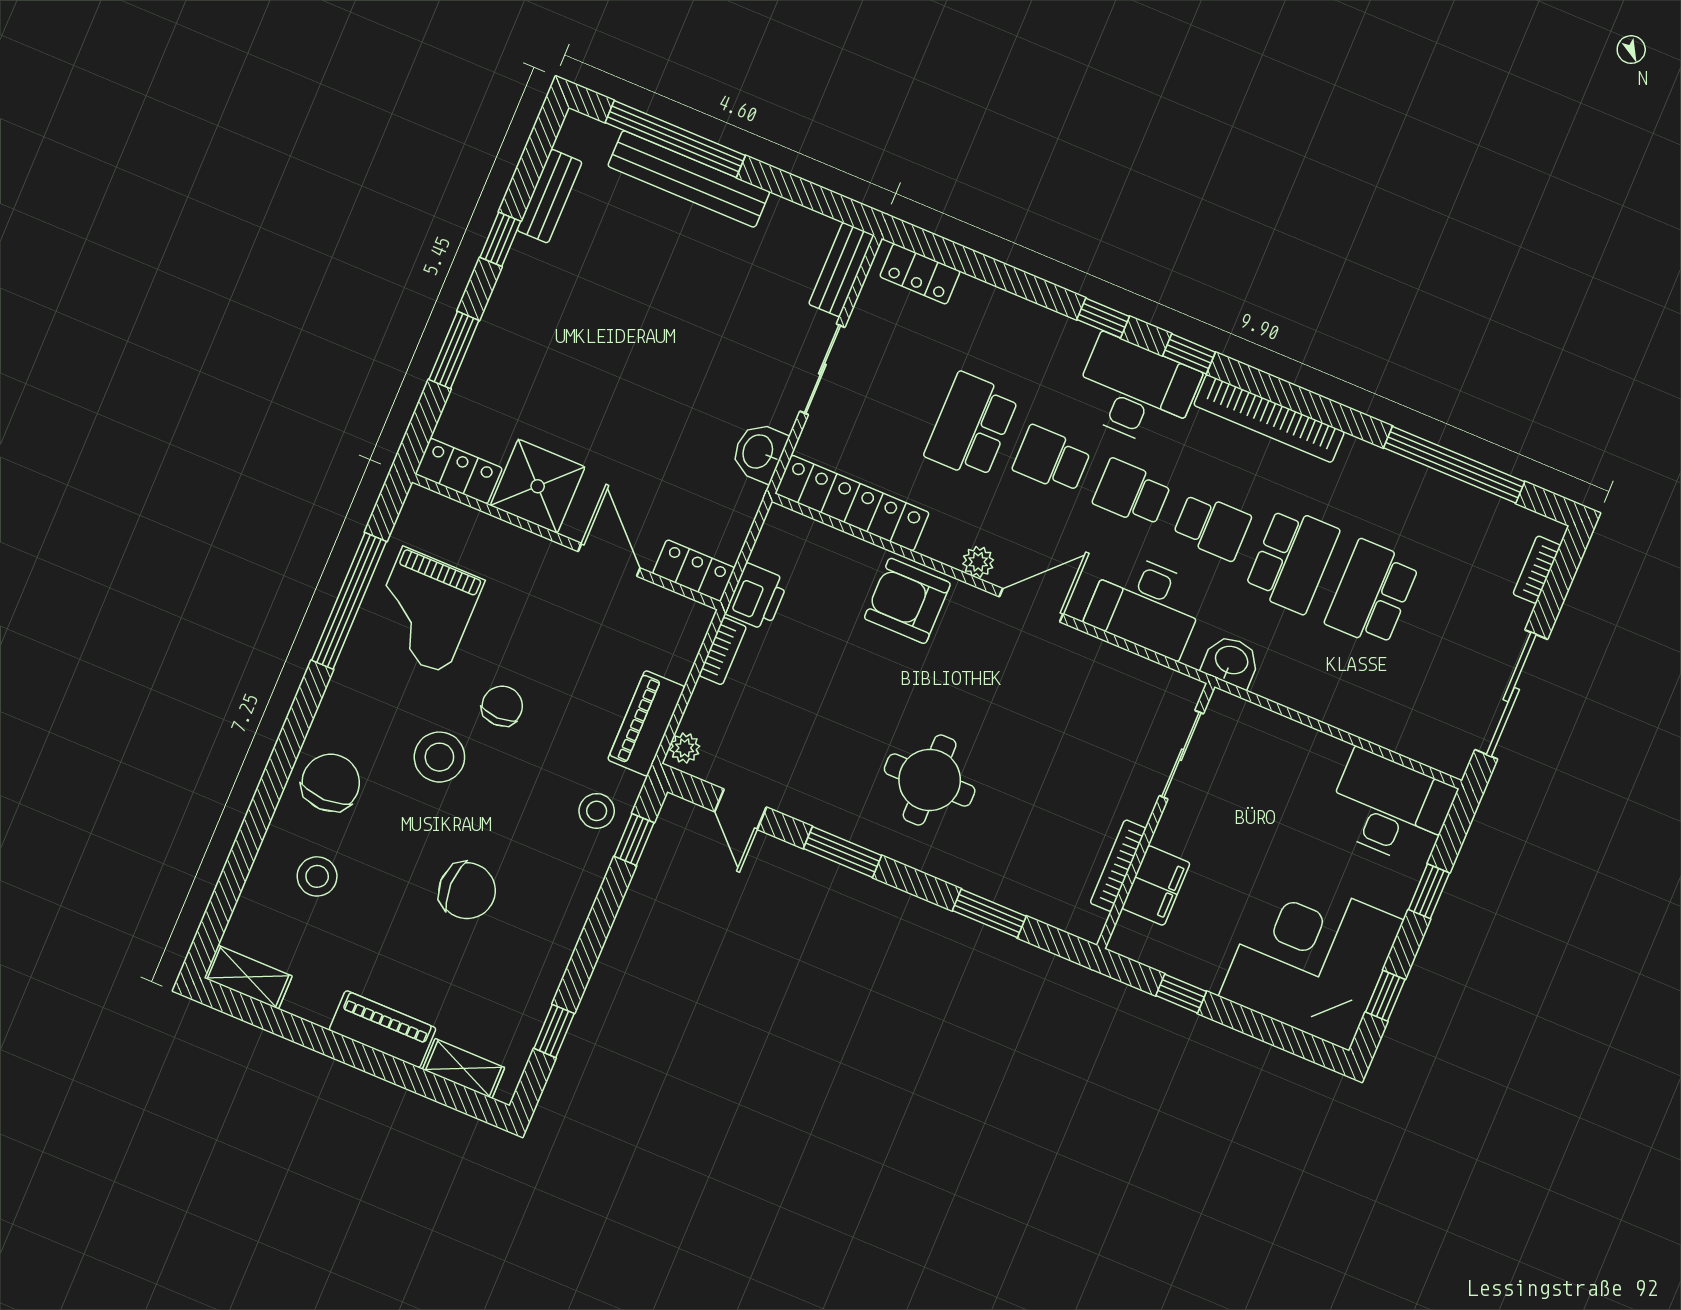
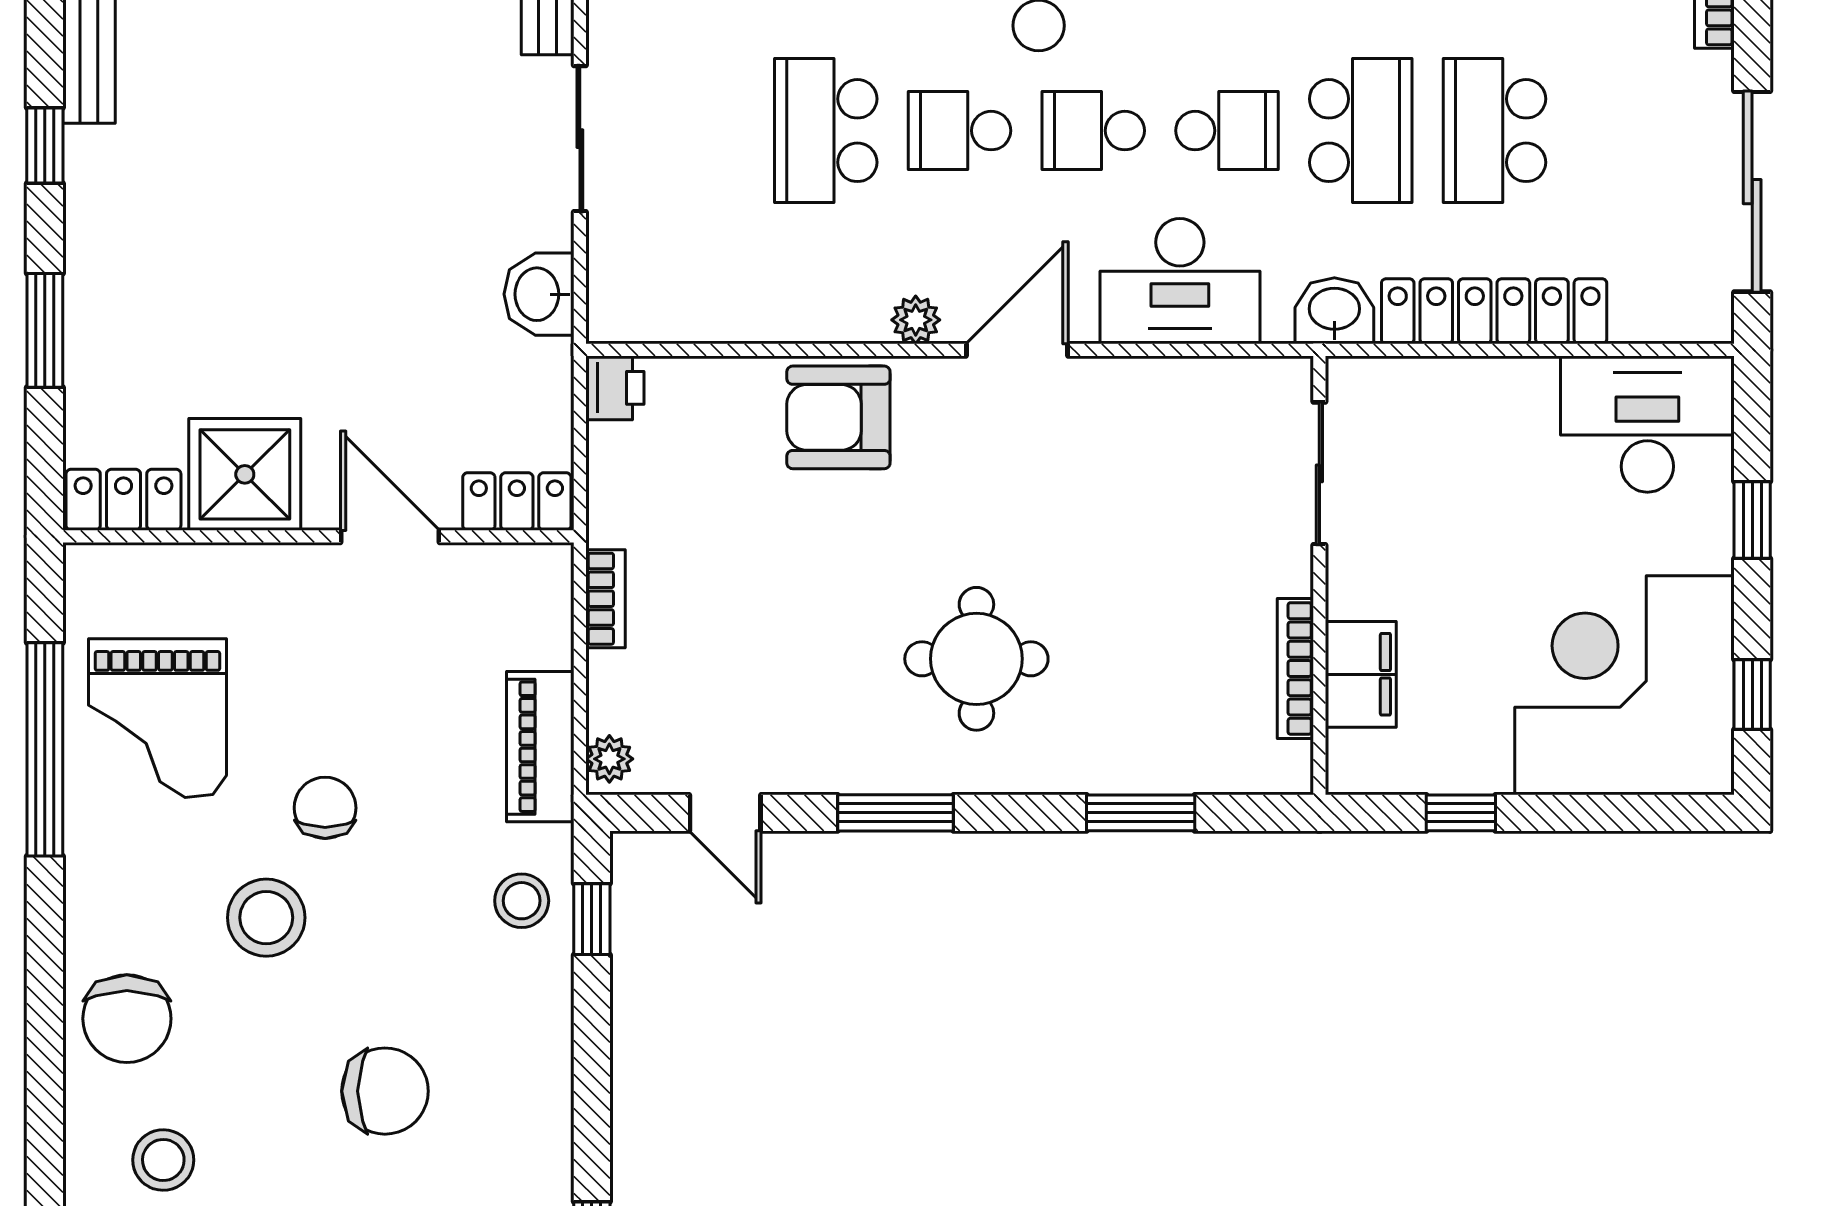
locker: (852, 503) -> (1494, 311), moved
printer: (757, 597) -> (615, 388), moved, width x0.73, depth x0.81
chair: (331, 783) -> (127, 1019), turned 180

